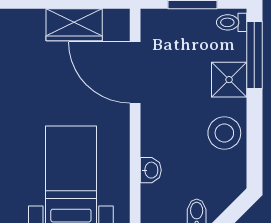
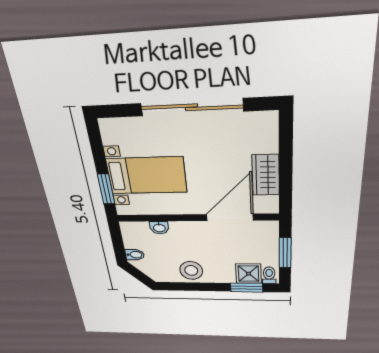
window: (254, 55) -> (246, 288), width x0.69
shower: (229, 80) -> (249, 274), moved

